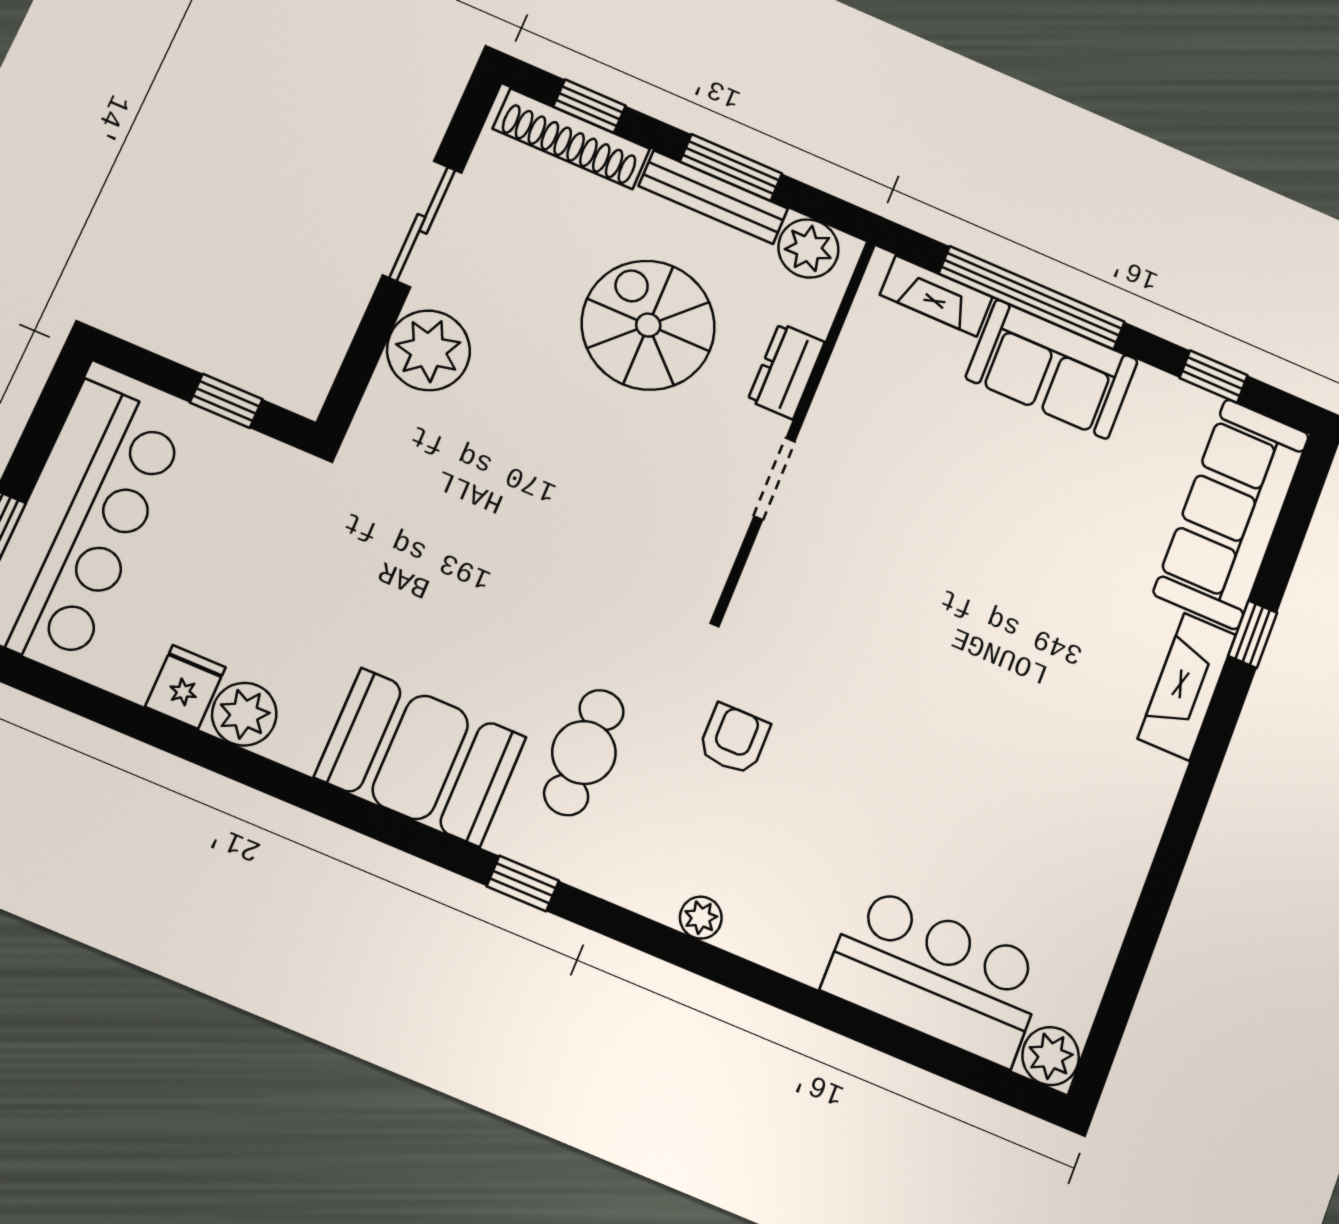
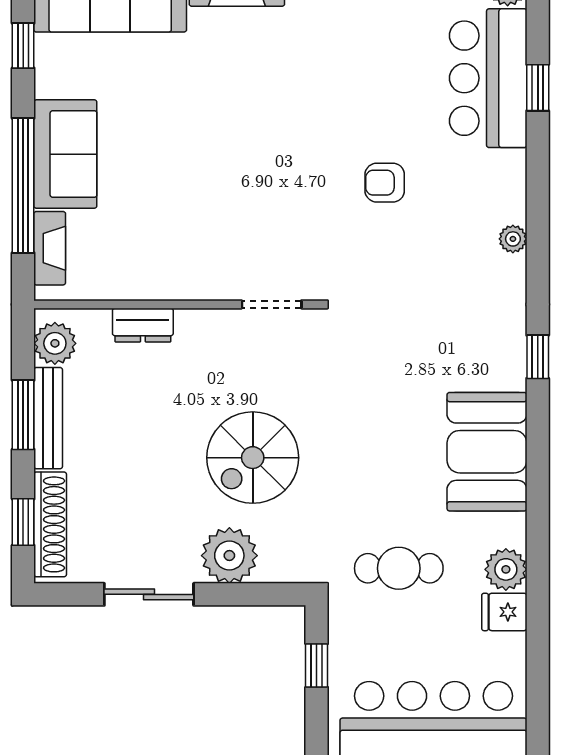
spiral stairs: (648, 325) -> (253, 458), moved
doorway: (774, 479) -> (272, 304), moved
armchair: (734, 739) -> (385, 183), moved
cafe table: (584, 752) -> (399, 568), moved
window: (896, 1040) -> (538, 88), added

